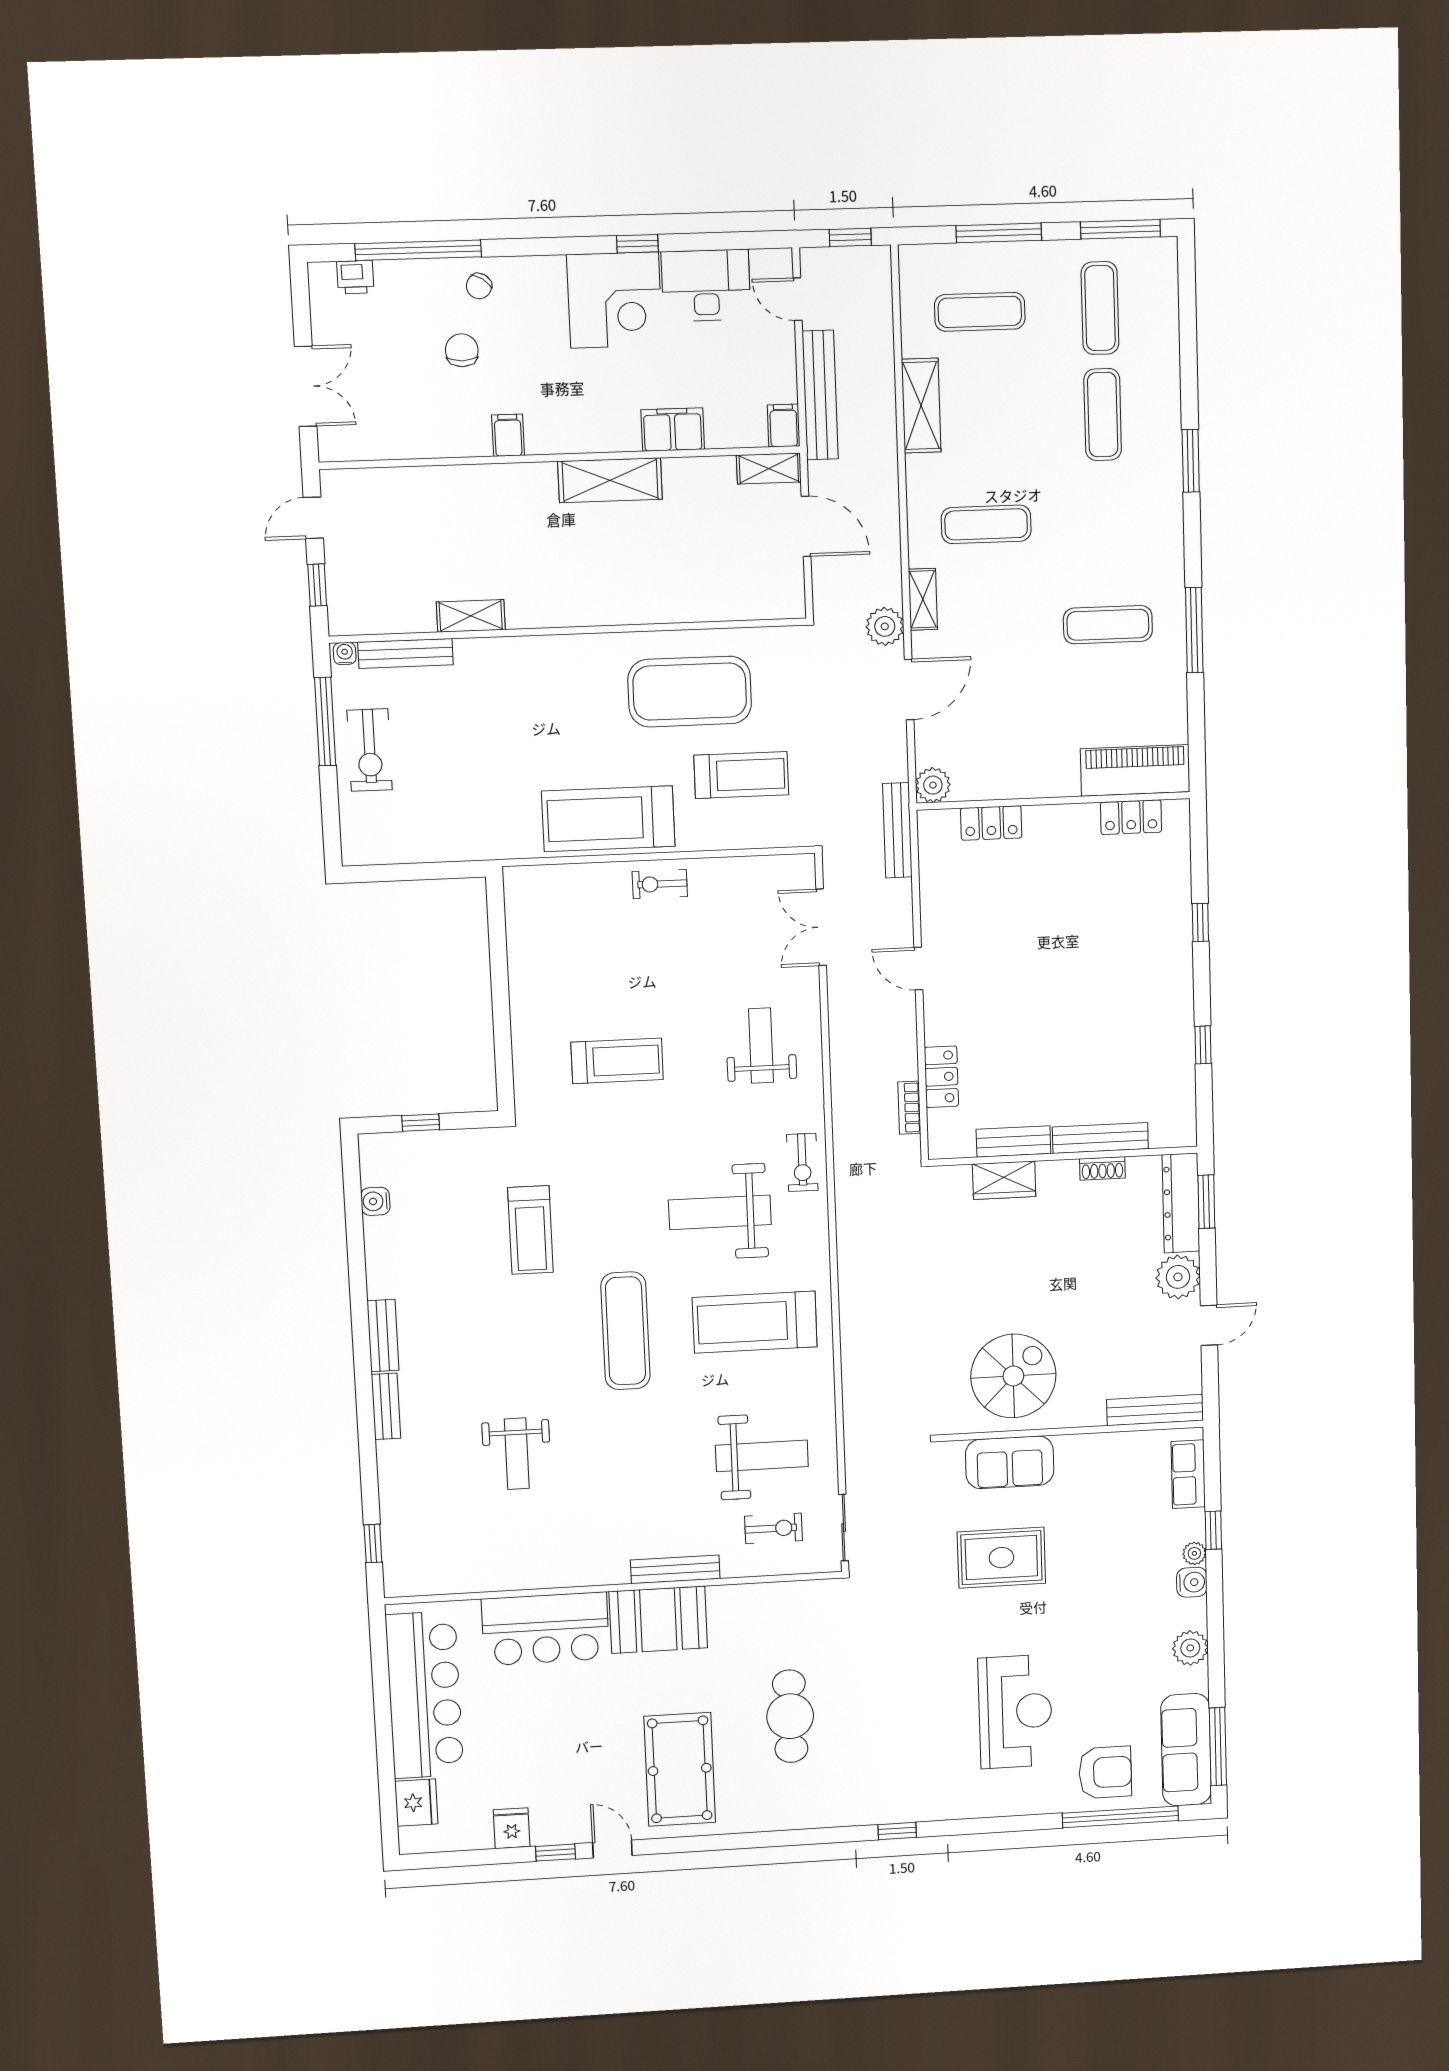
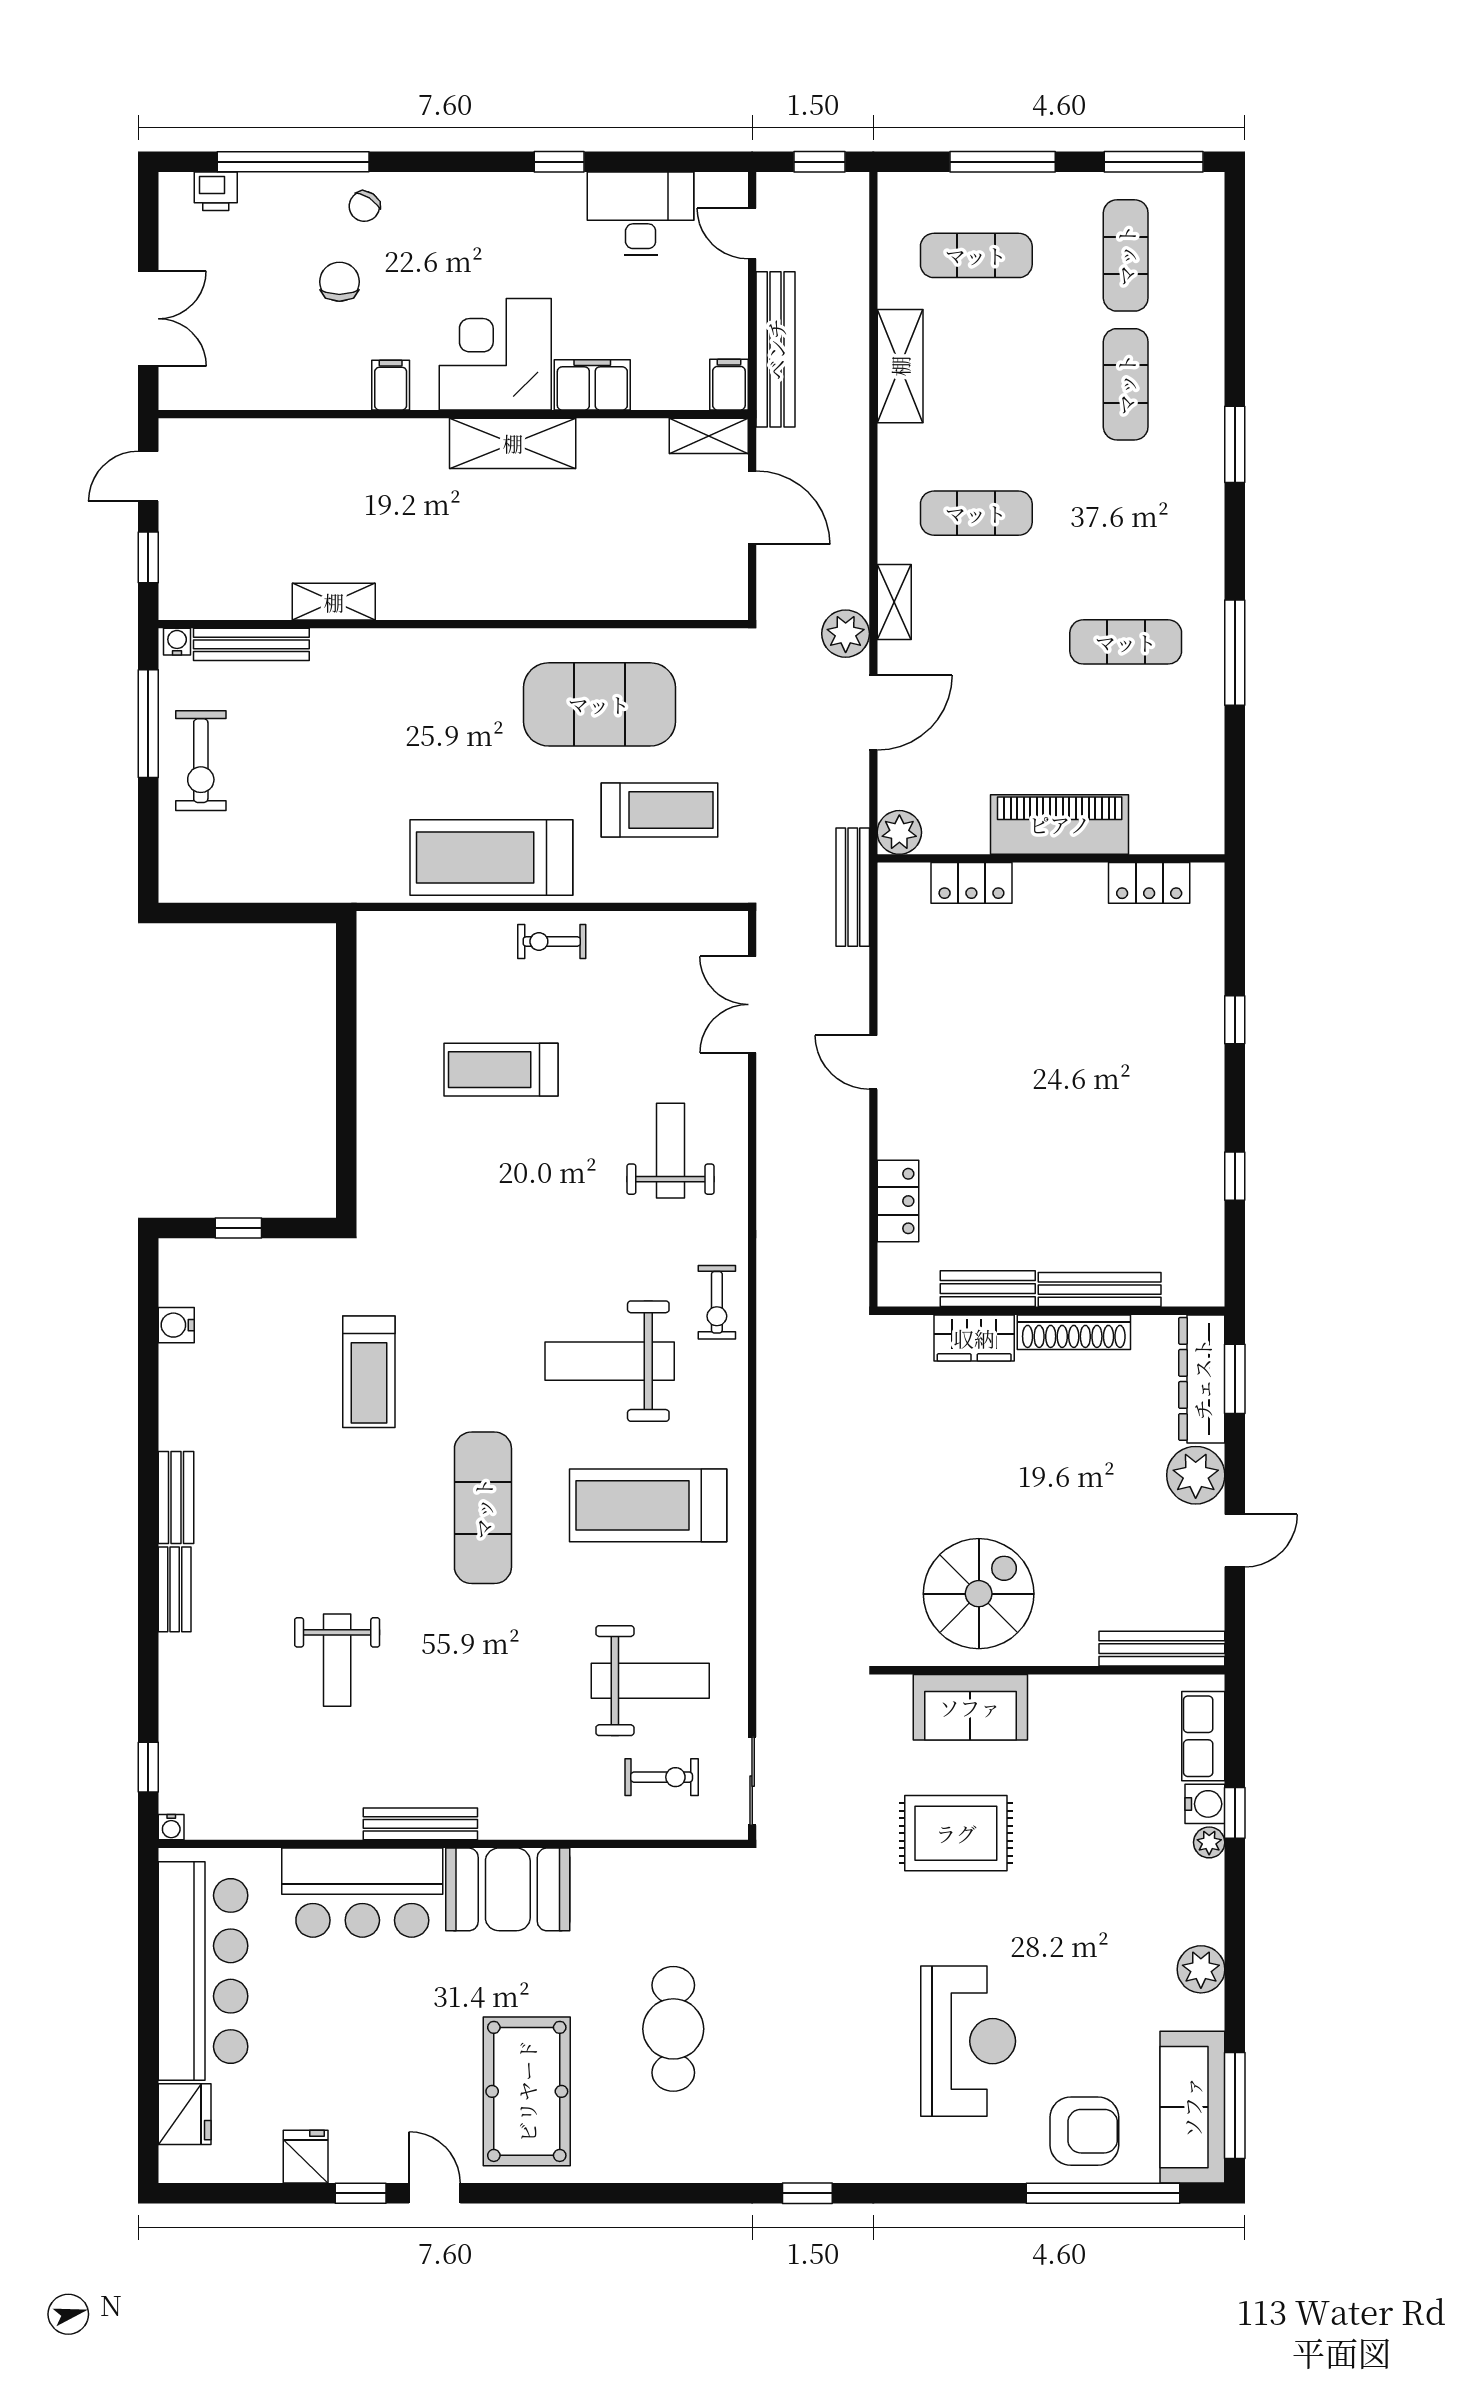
corner desk: (615, 300) -> (495, 354), moved, turned 180
piano: (1135, 770) -> (1060, 824), moved
treadmill: (617, 1061) -> (501, 1070), moved, turned 180
bookcase: (909, 1108) -> (856, 1239), removed
shoe rack: (1102, 1168) -> (1074, 1332), width x1.94, depth x1.24
bench: (675, 1569) -> (420, 1824), moved
water cooler: (1192, 1582) -> (1205, 1804), moved
water cooler: (394, 1588) -> (171, 1827), added

